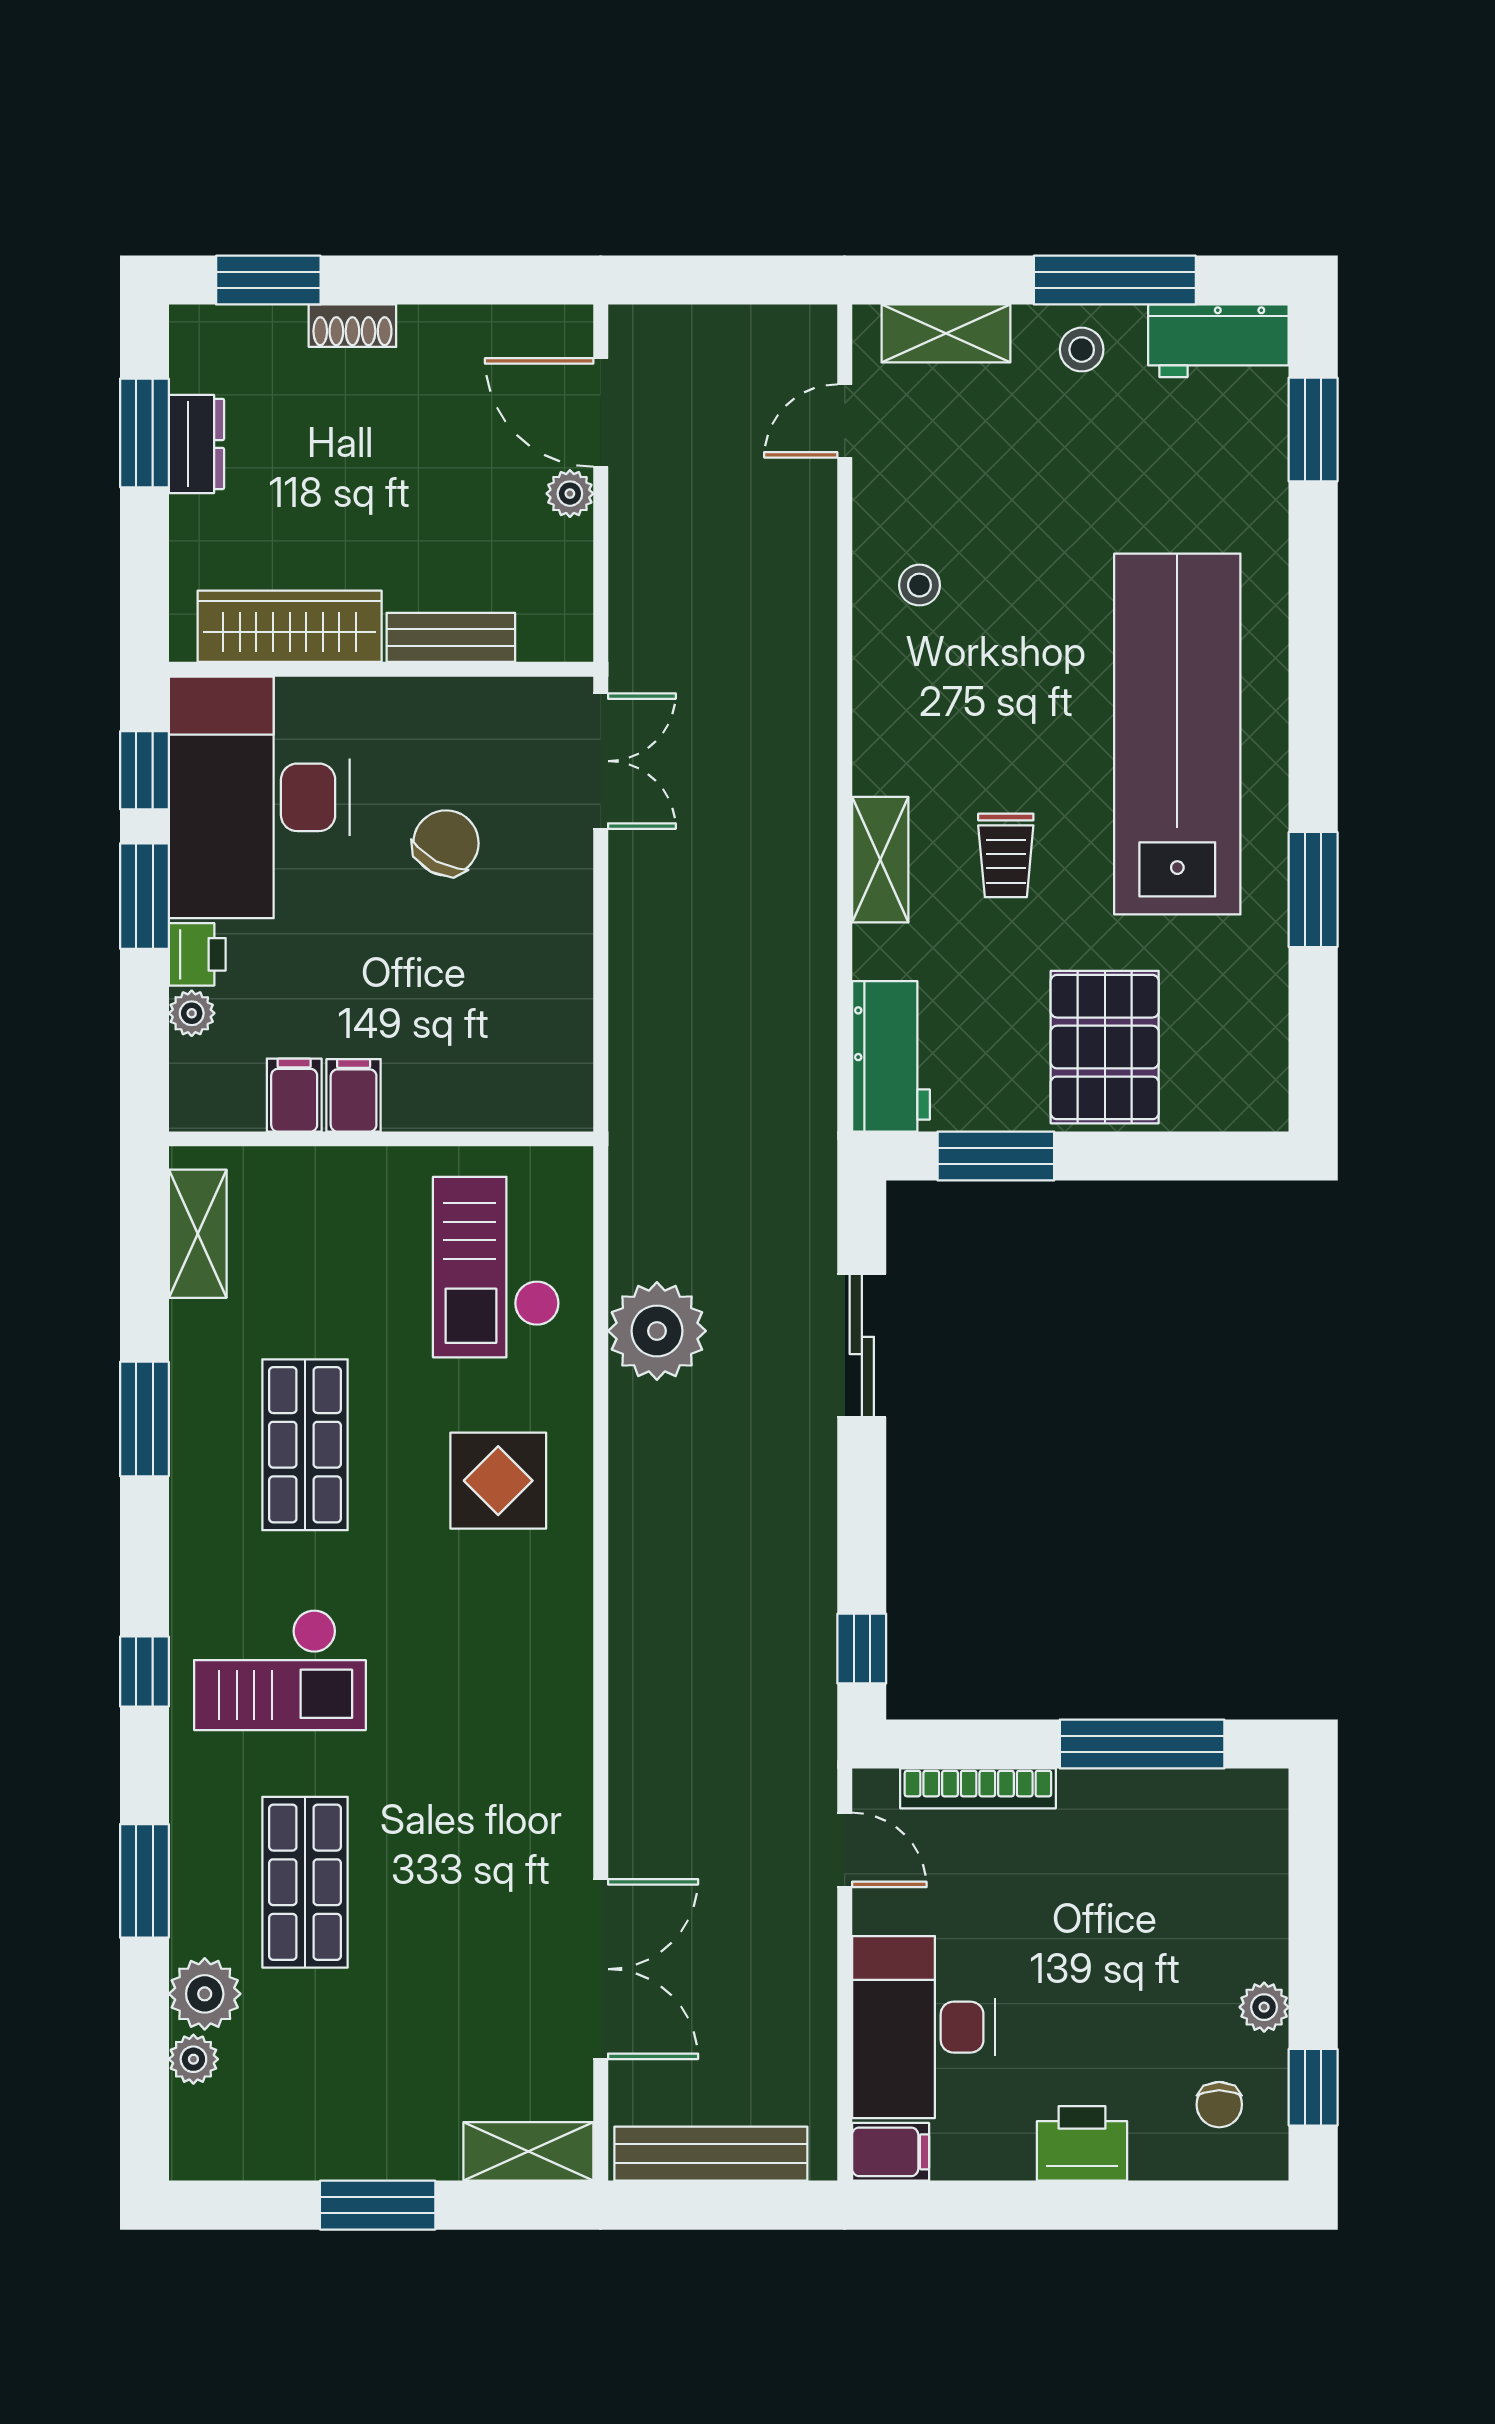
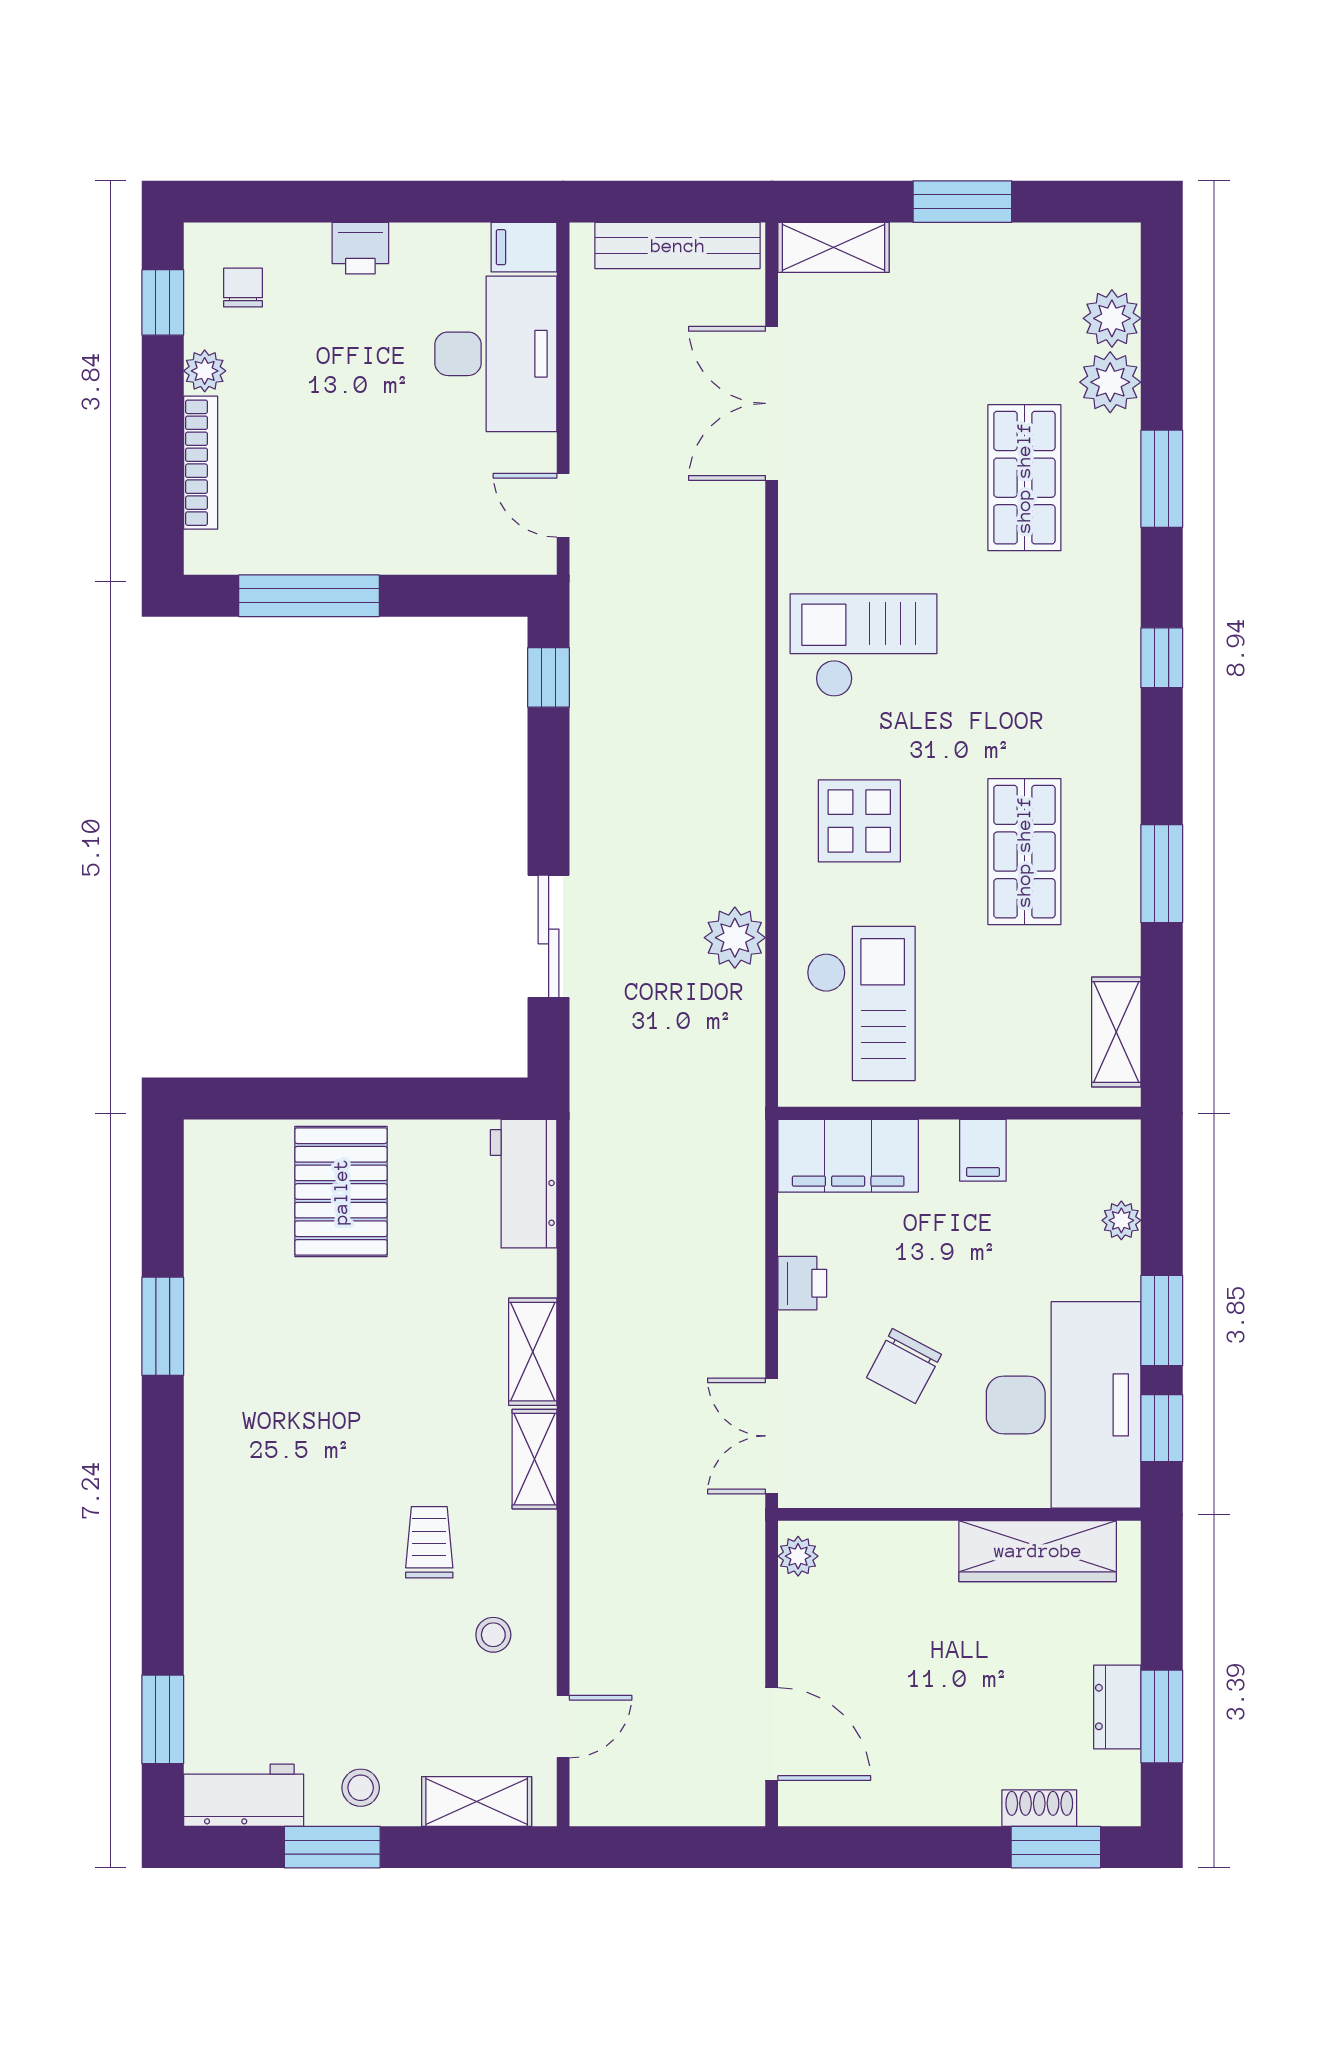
window: (1115, 280) -> (332, 1847), width x0.69
shoe rack: (352, 326) -> (1039, 1808), moved
plant: (570, 494) -> (798, 1556), moved
stool: (919, 585) -> (493, 1635), moved
bench: (451, 637) -> (900, 1542), removed
shelving: (878, 734) -> (535, 1459), added
lab bench: (1177, 734) -> (279, 1459), removed
trolley: (1006, 855) -> (429, 1542), moved
printer: (197, 954) -> (802, 1283), moved, turned 180
filing cabinet: (294, 1095) -> (848, 1156), moved, width x3.00, depth x1.17
window: (996, 1156) -> (434, 1098), removed
plant: (657, 1331) -> (735, 938), width x0.73, depth x0.73
checkout: (280, 1670) -> (863, 645), moved
bookcase: (978, 1788) -> (201, 463), moved, turned 90
plant: (193, 2059) -> (1112, 318), width x1.38, depth x1.38
printer: (1082, 2143) -> (360, 248), width x0.73, depth x0.81

